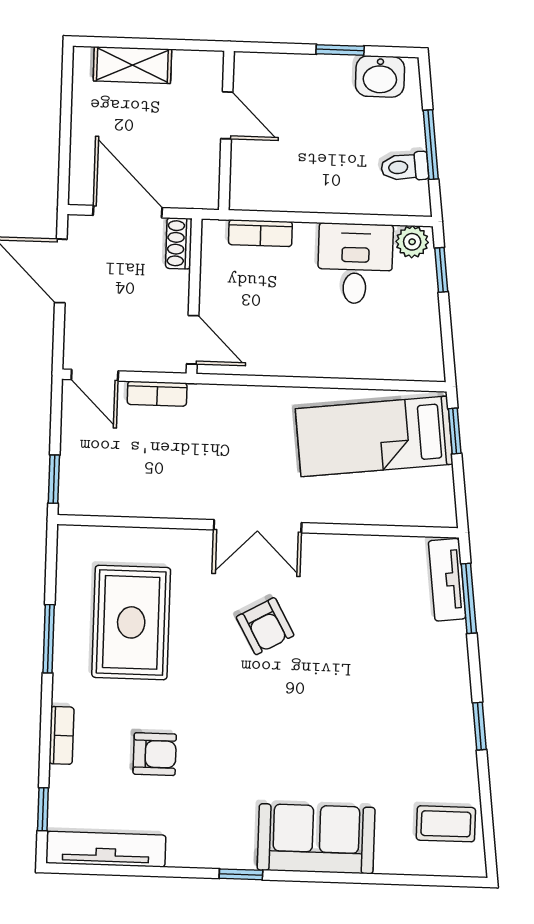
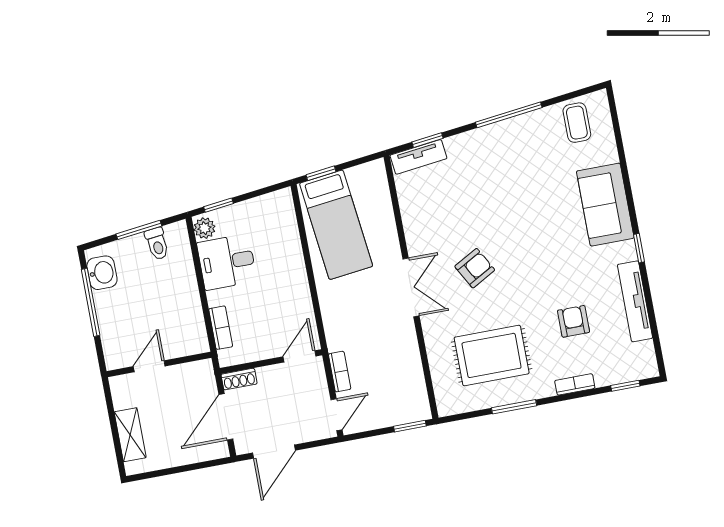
window: (340, 50) -> (91, 302), width x2.17
window: (469, 598) -> (427, 140), width x0.67
window: (479, 726) -> (509, 115), width x2.17
tv unit: (106, 849) -> (635, 301), moved

